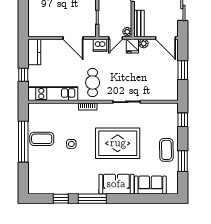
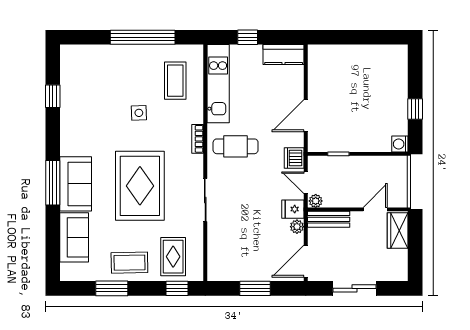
rug: (163, 122) -> (173, 257), added
coffee table: (42, 139) -> (175, 81), moved
window: (92, 199) -> (53, 183), moved

